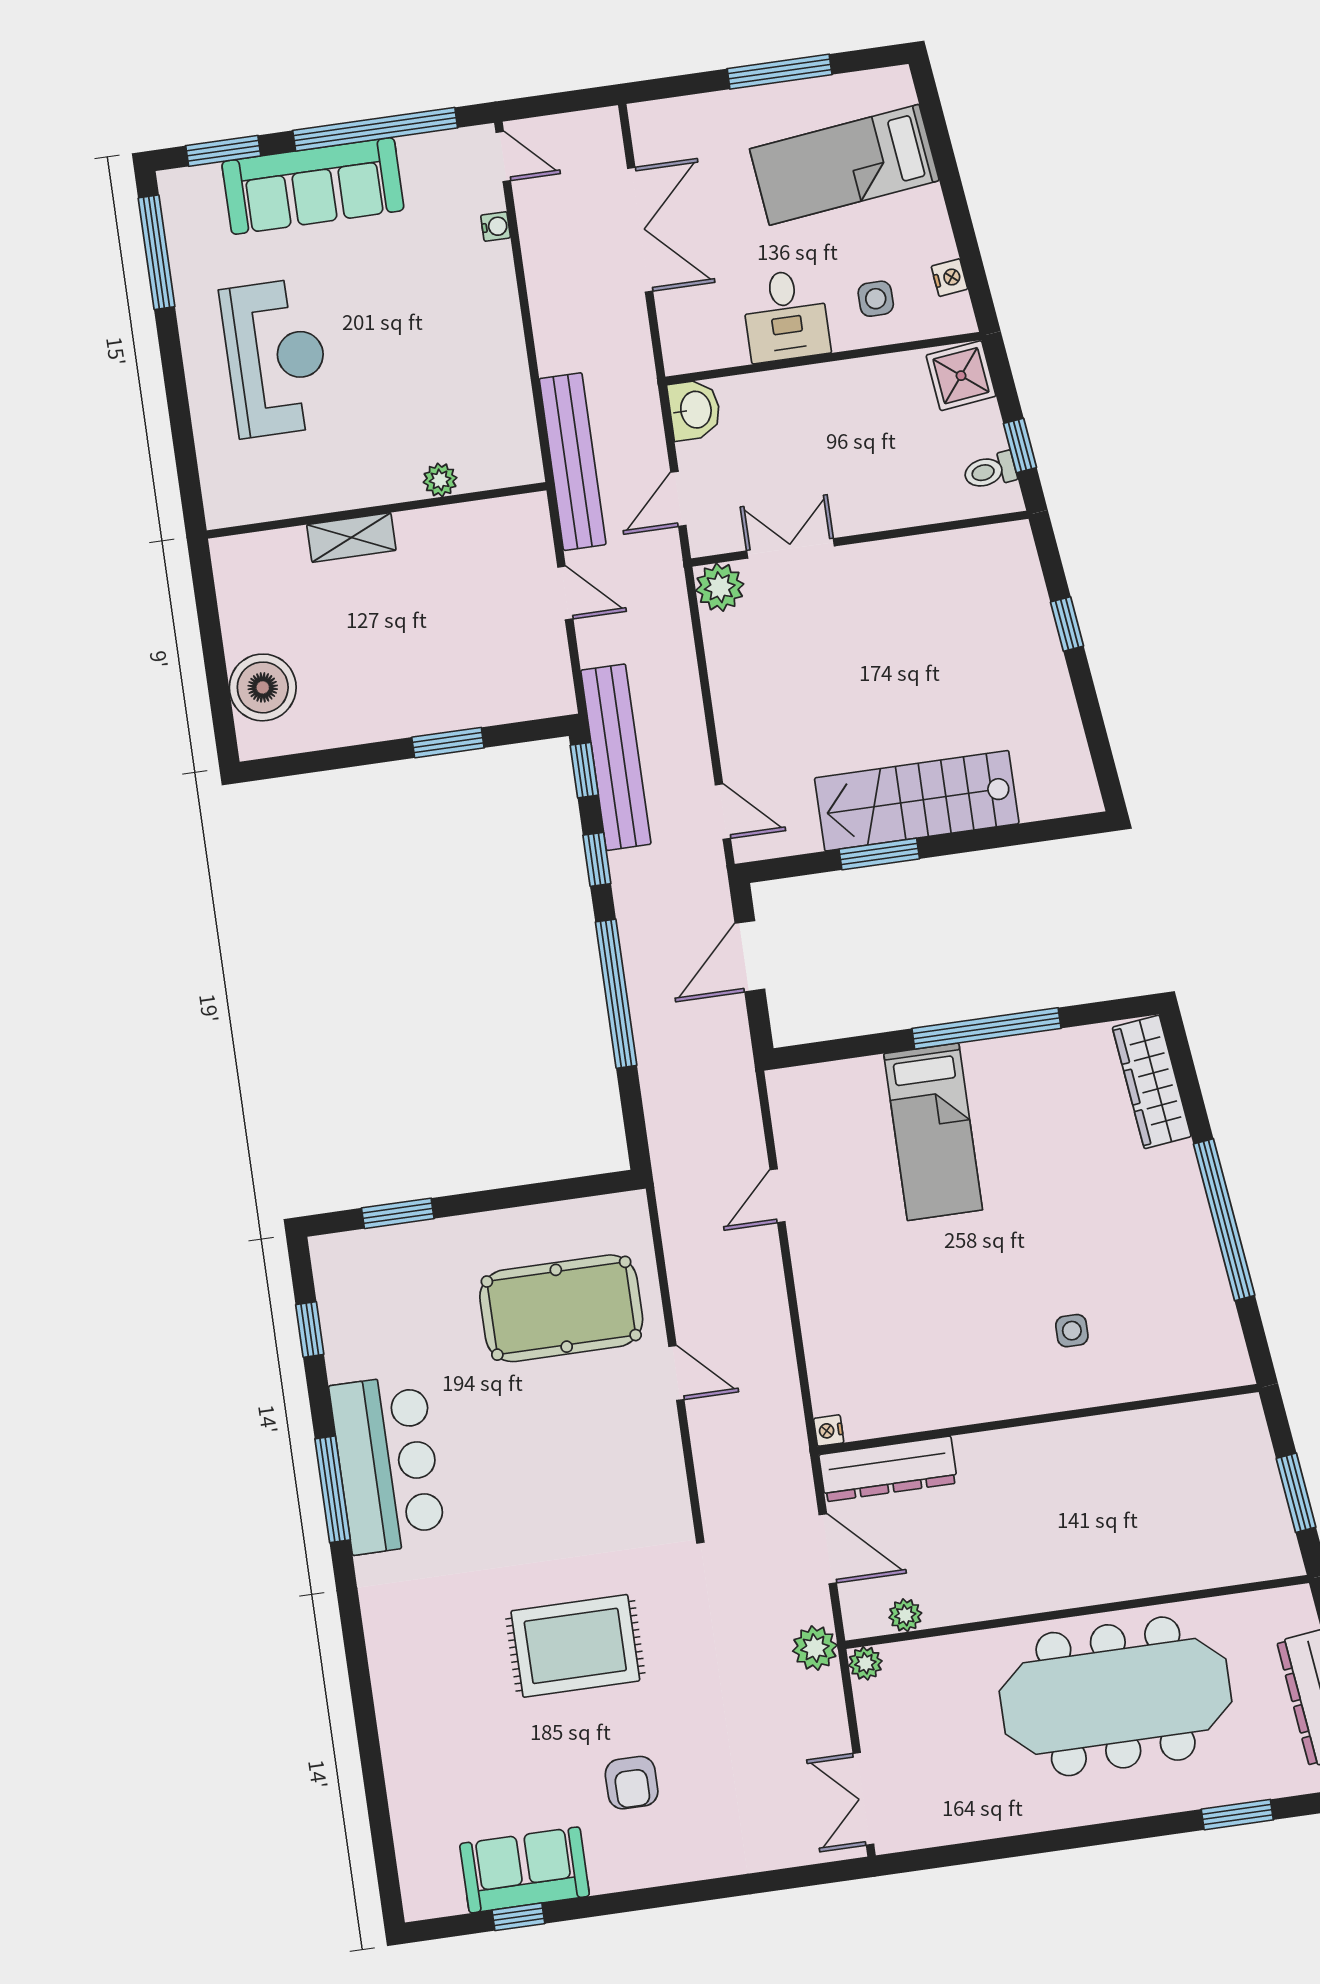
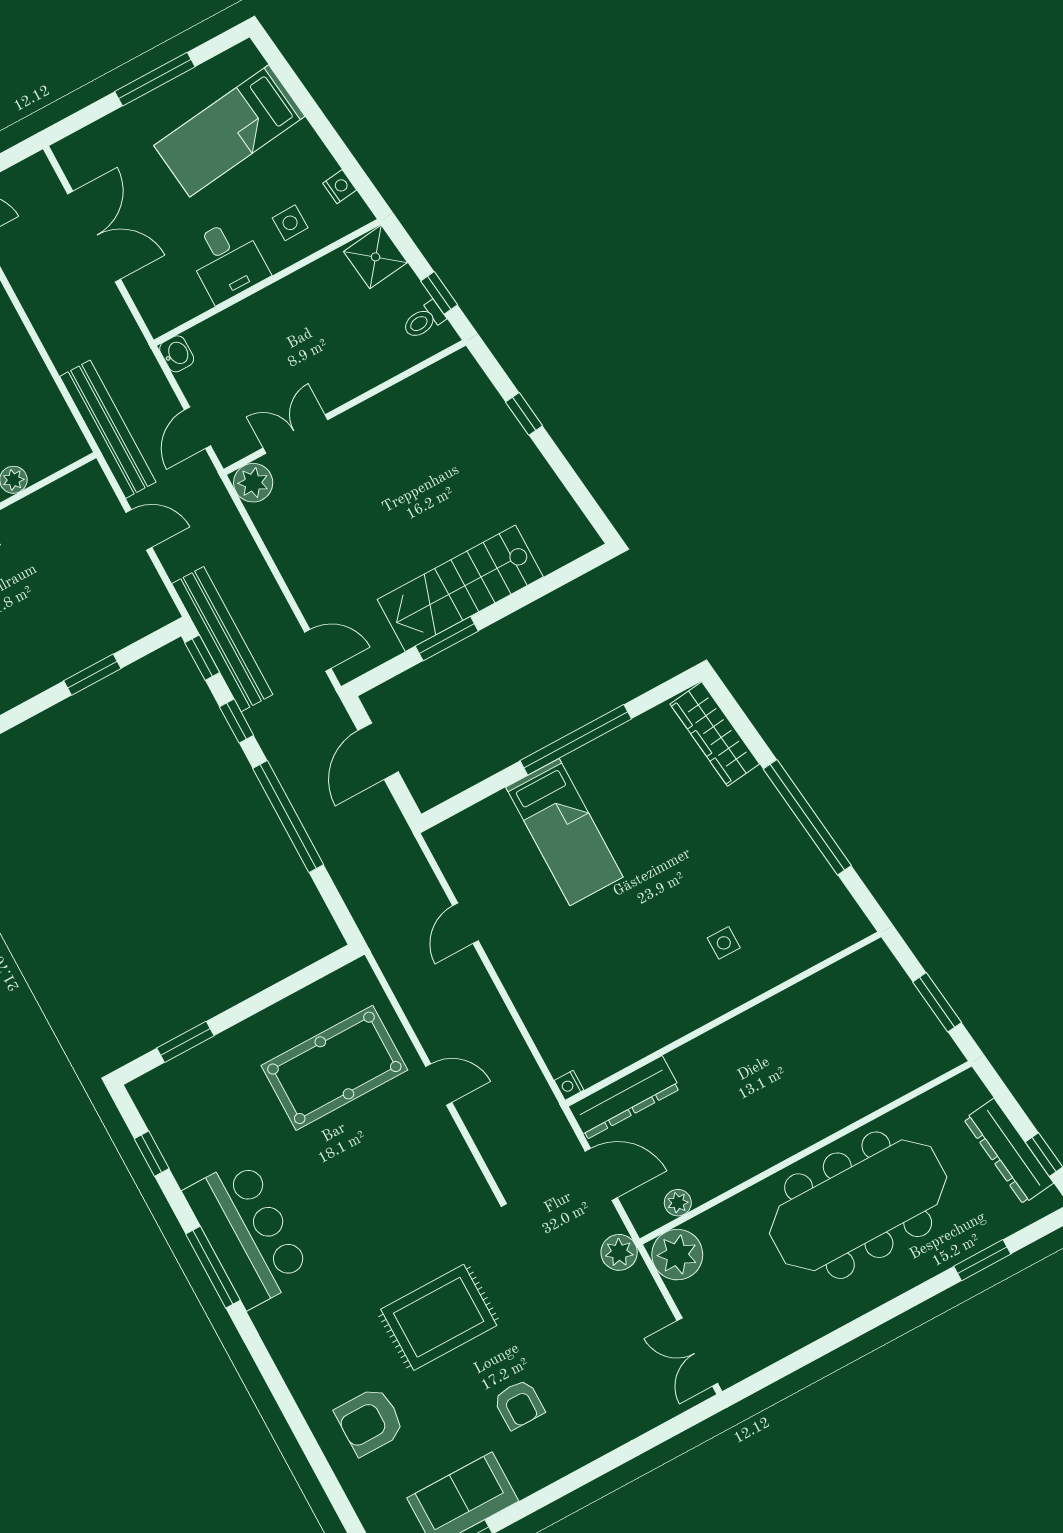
washbasin: (694, 410) -> (177, 354), width x0.72, depth x0.69
plant: (865, 1663) -> (677, 1255), width x1.88, depth x1.88
armchair: (449, 1738) -> (370, 1421), added

